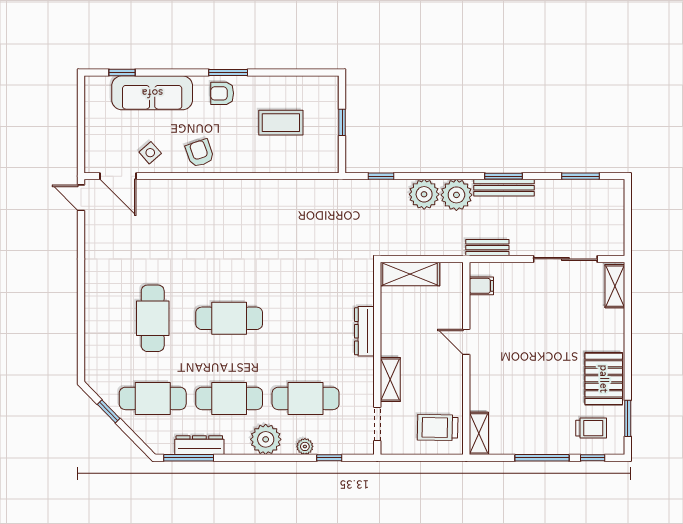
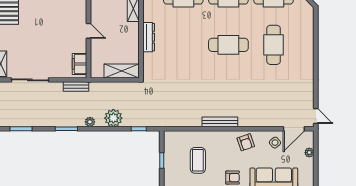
coffee table: (281, 123) -> (198, 160), turned 90
plant: (92, 136) -> (309, 153), added
door: (118, 176) -> (294, 129), swing flipped
bench: (504, 188) -> (220, 122), moved
plant: (456, 195) -> (90, 122), width x0.53, depth x0.53
filing cabinet: (481, 286) -> (79, 64), width x2.00

